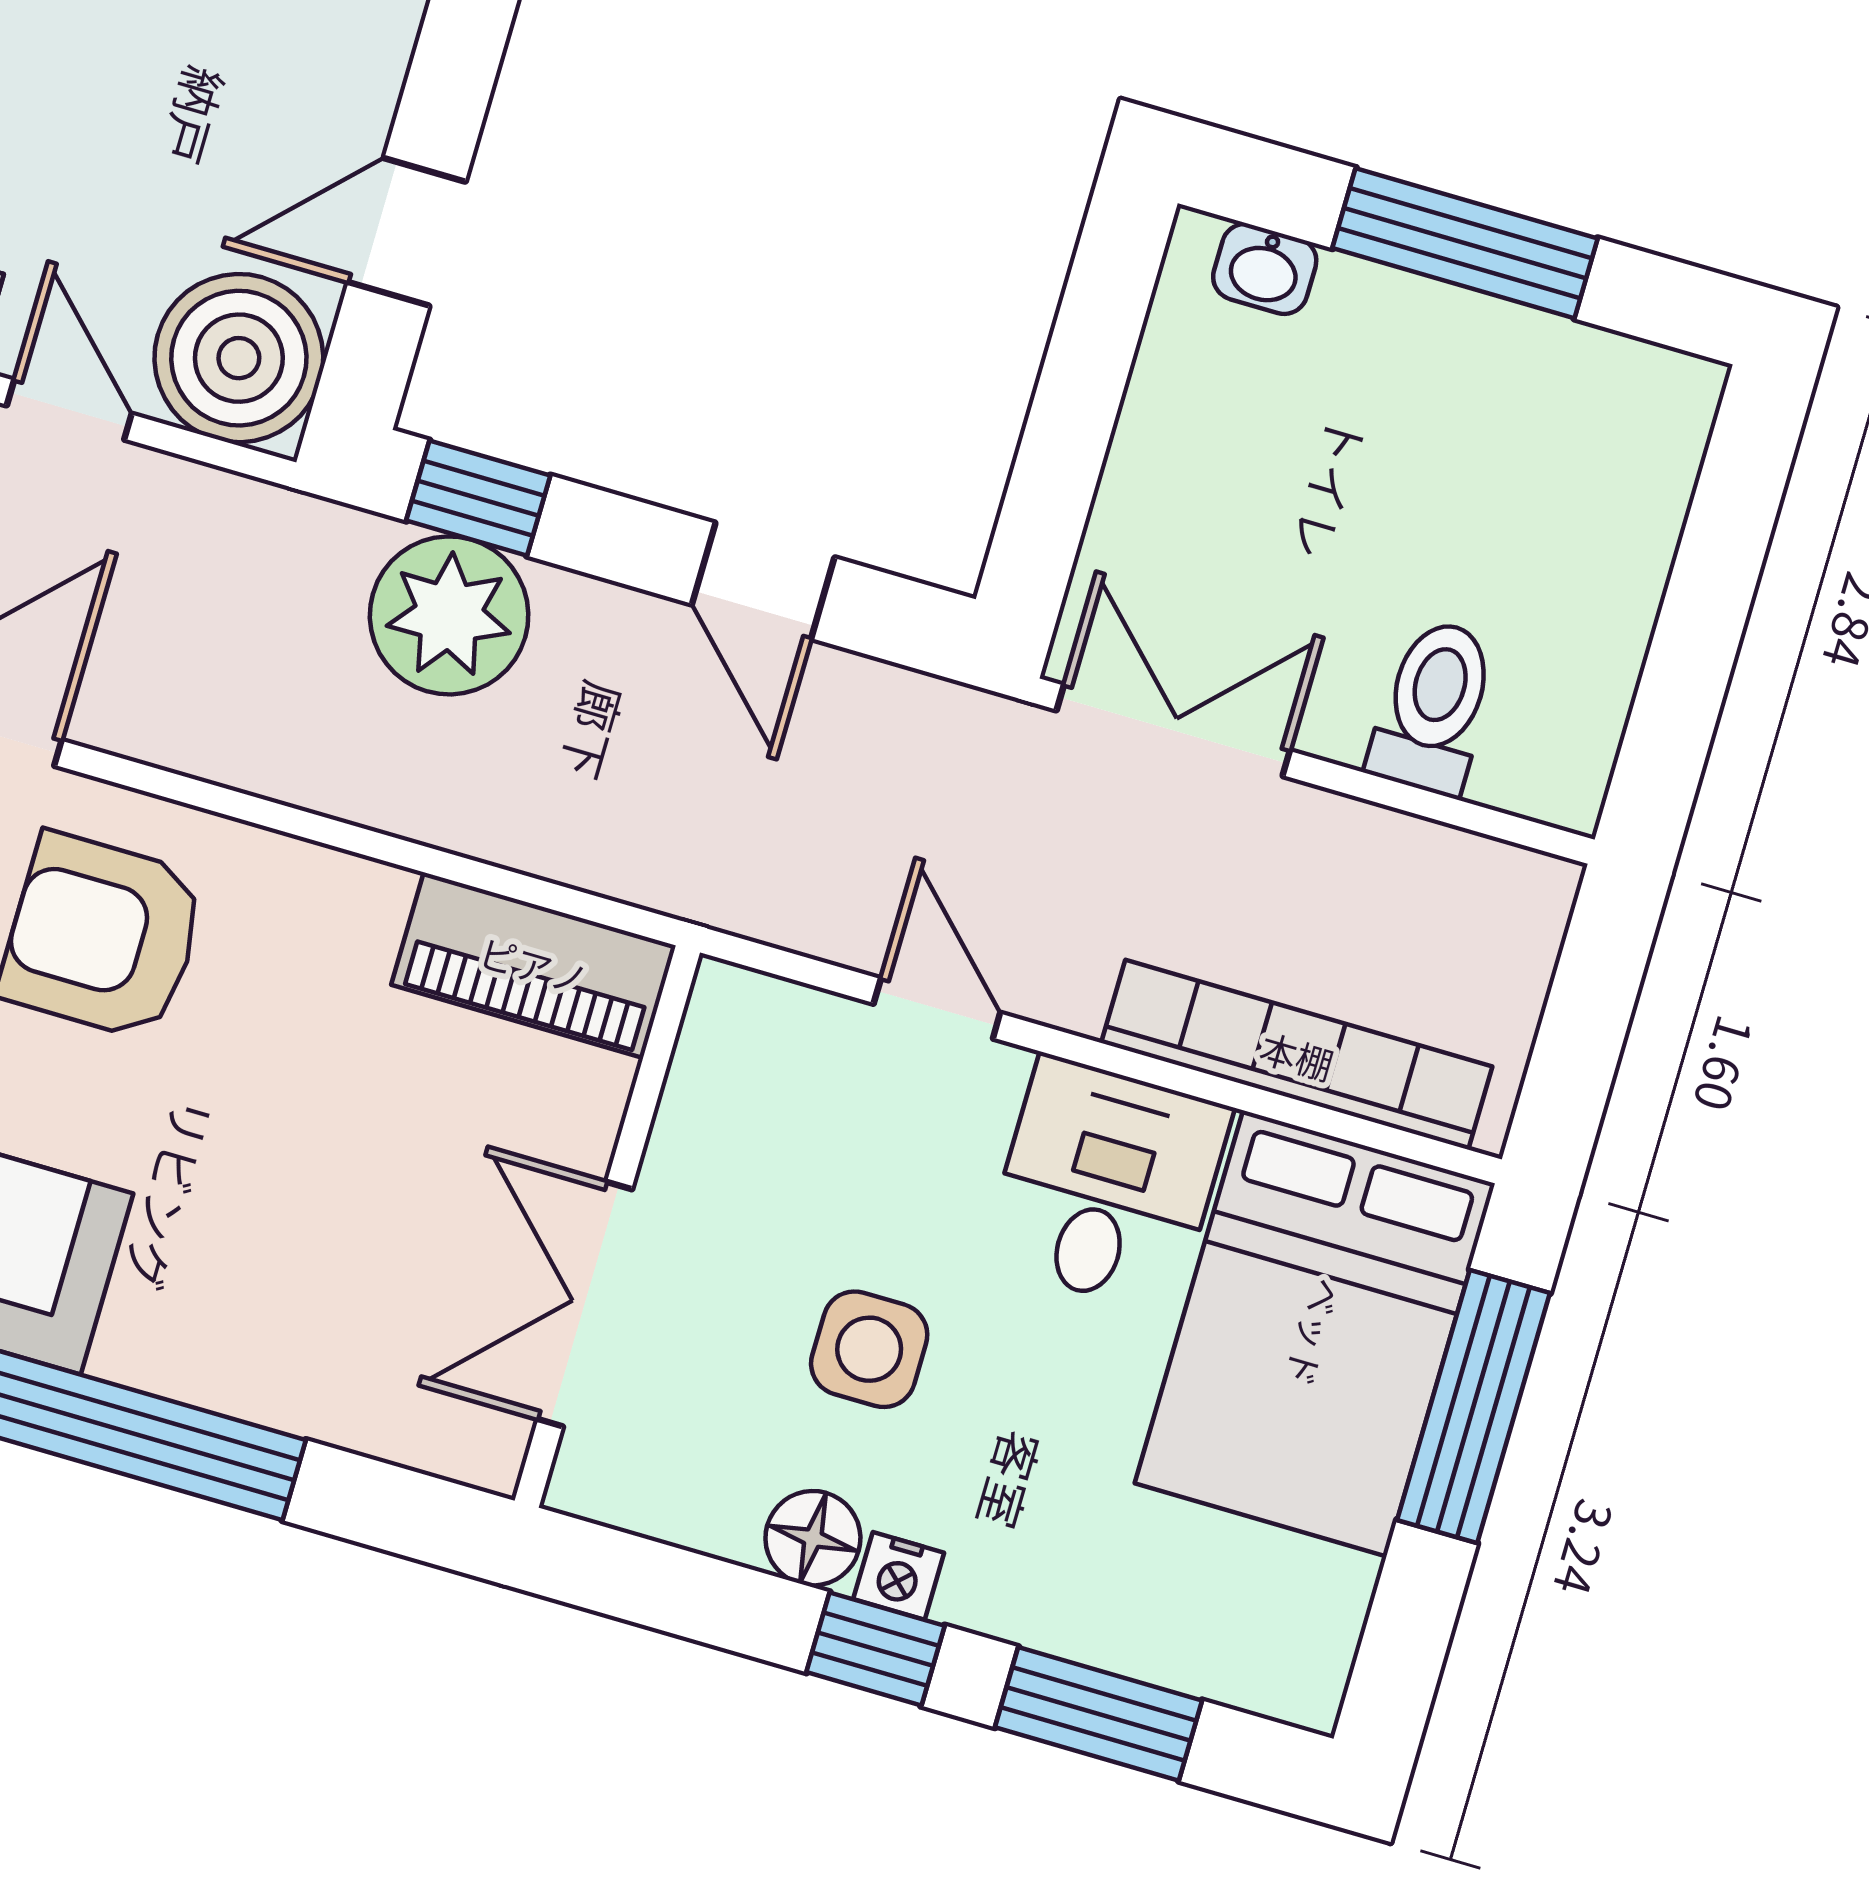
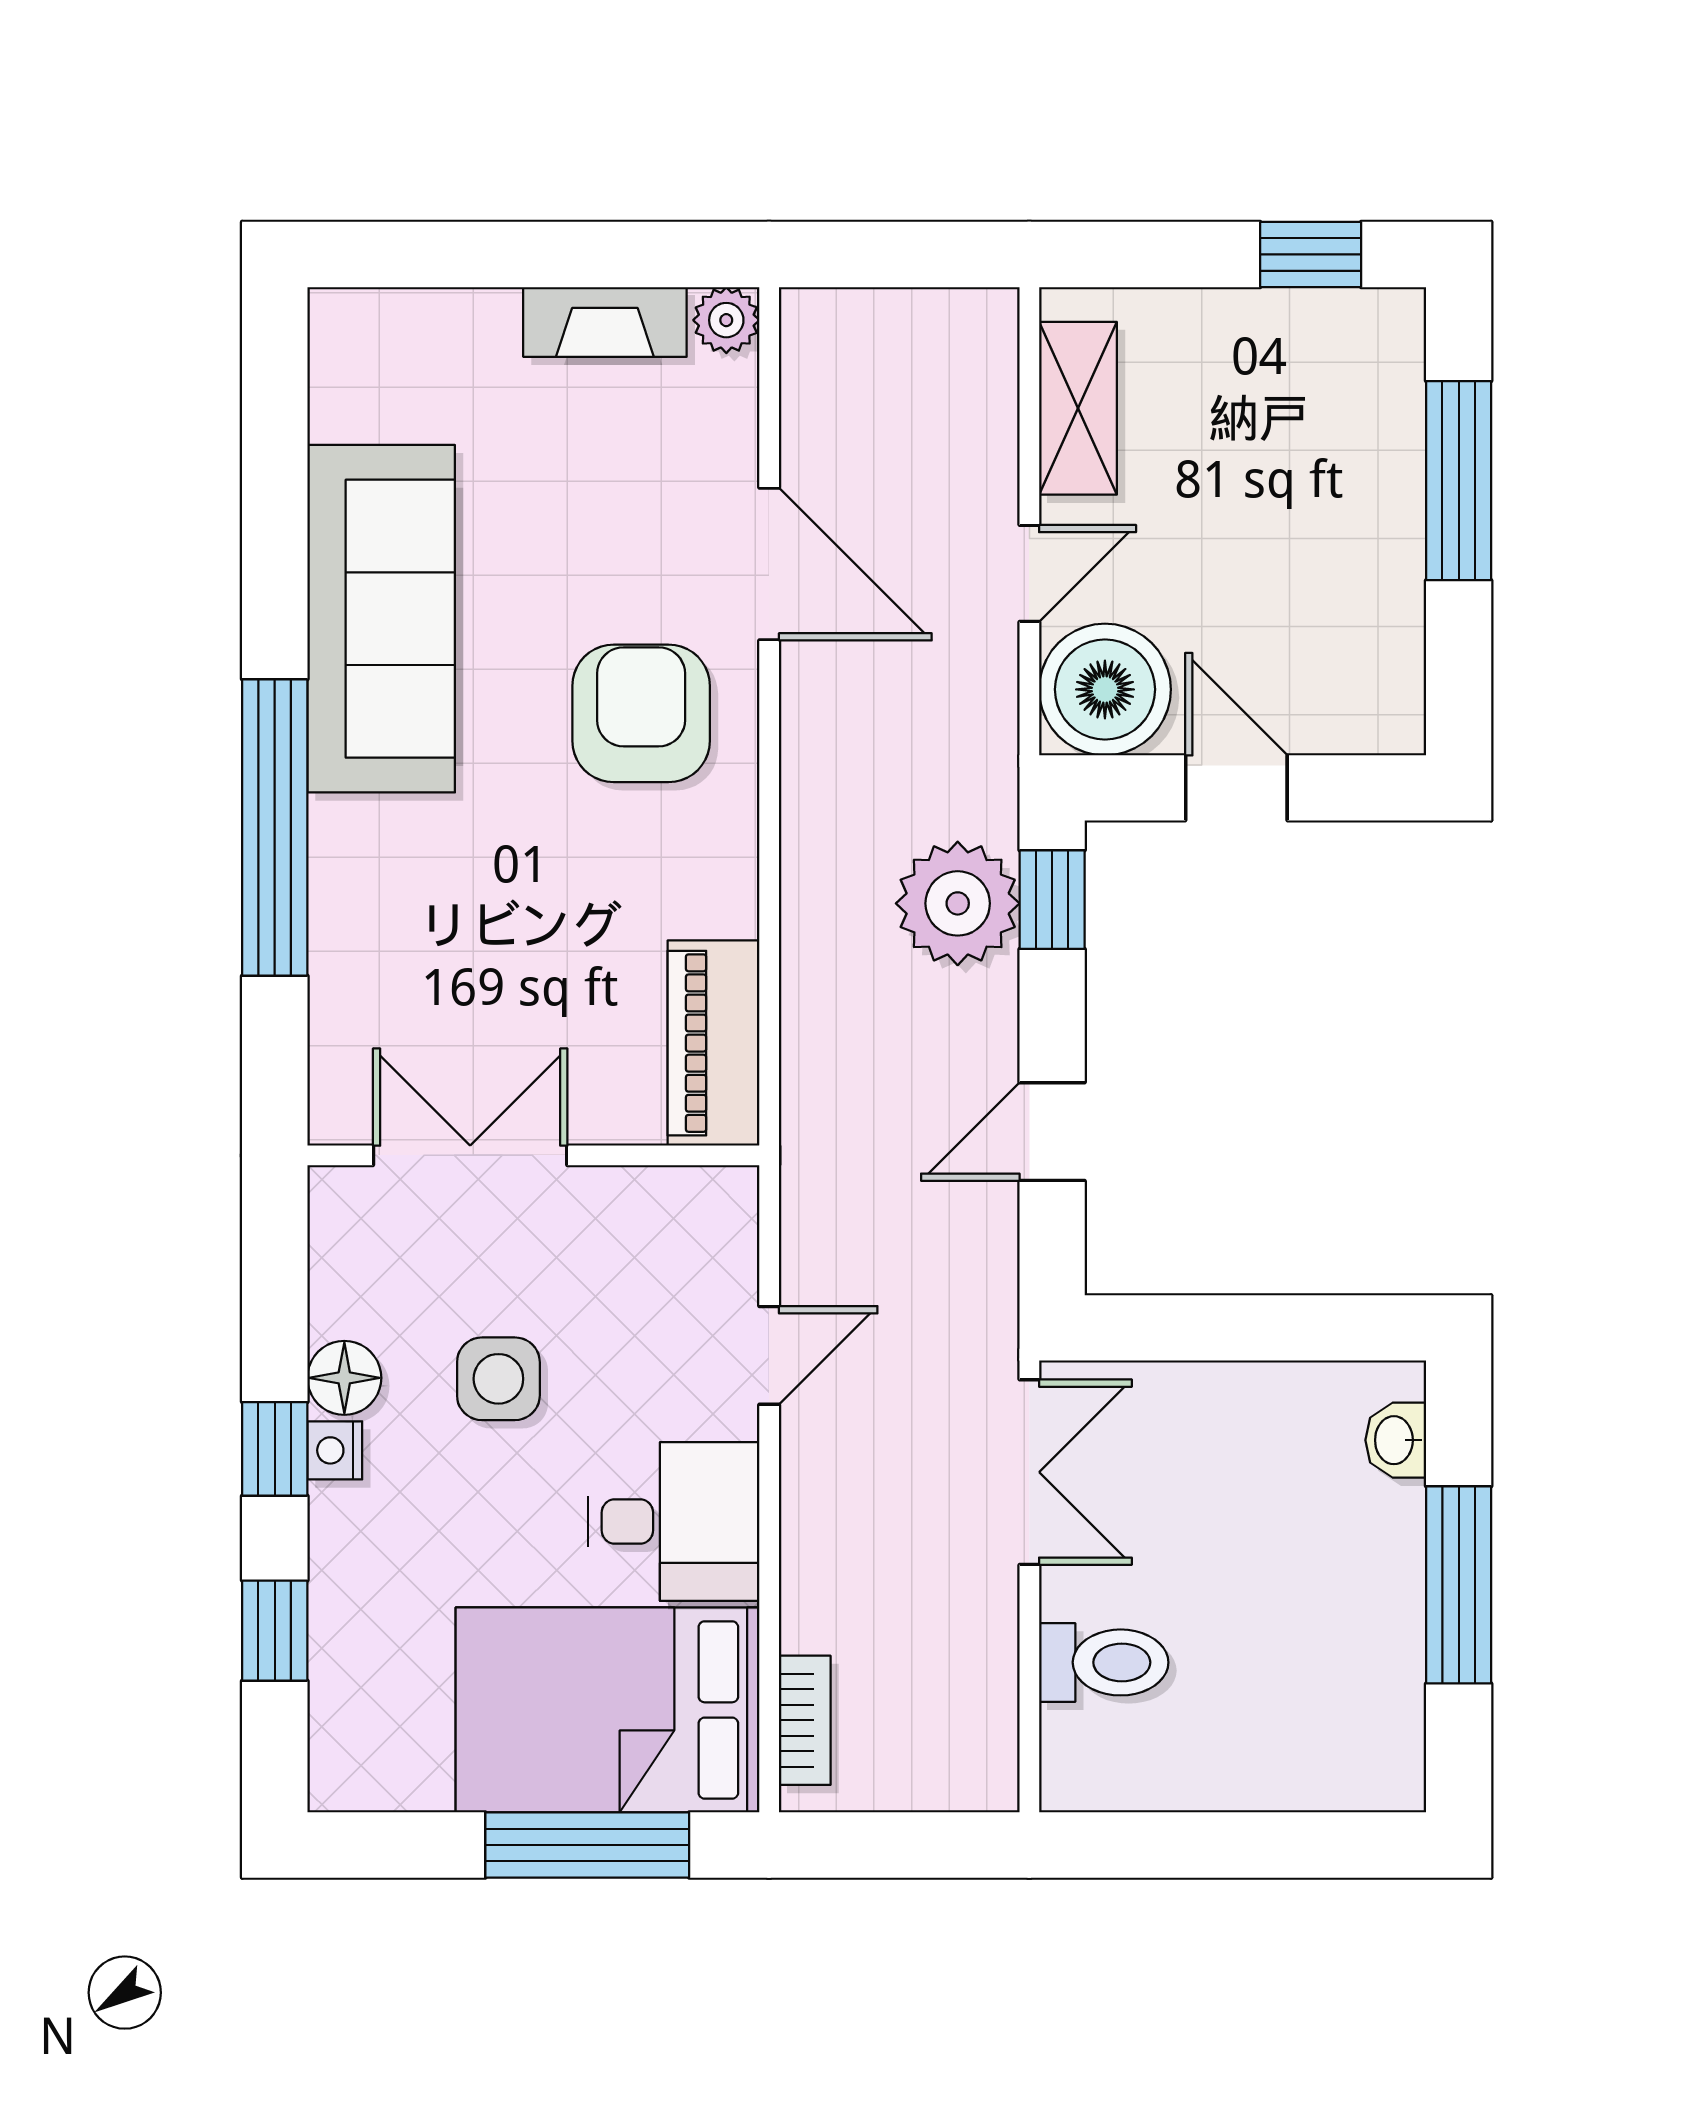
bookcase: (1297, 1055) -> (805, 1720), width x0.43, depth x0.76
window: (1099, 1714) -> (275, 1631), width x0.67

